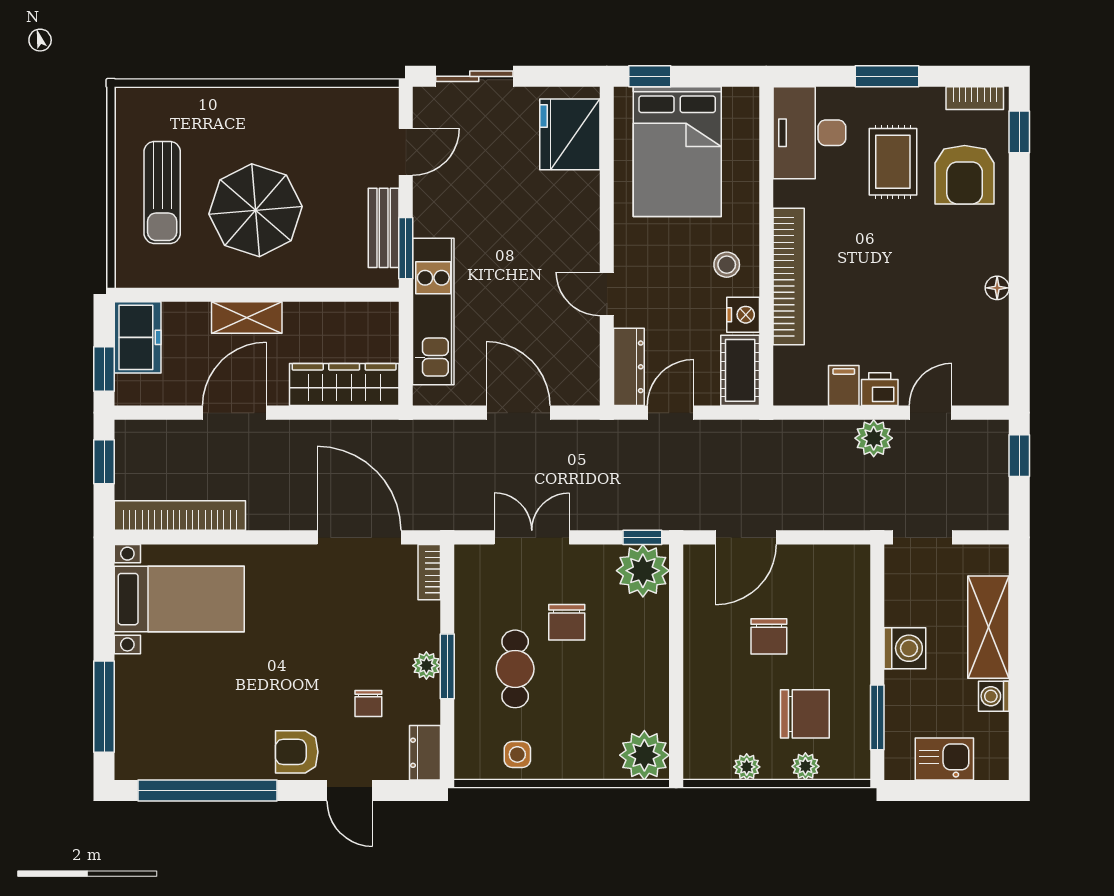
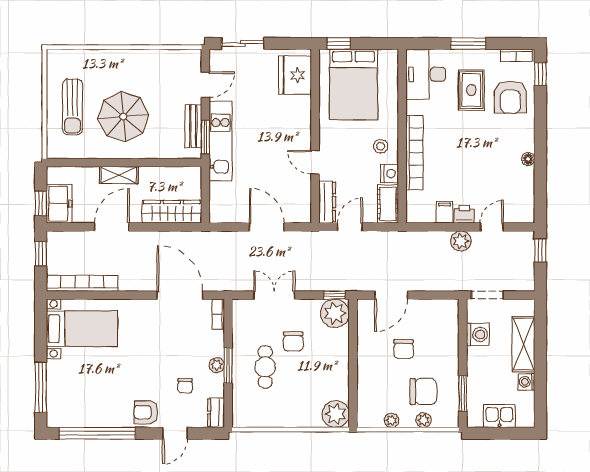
kitchen unit: (433, 312) -> (220, 141), moved
freezer: (138, 337) -> (59, 204), moved
washing machine: (905, 648) -> (478, 334), moved
side table: (517, 754) -> (266, 414), removed
door: (350, 790) -> (175, 433), hinge flipped

